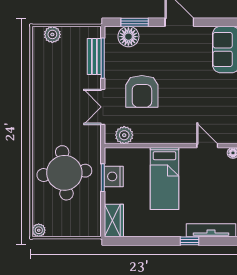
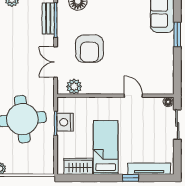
door: (207, 146) -> (133, 96), moved
bed: (164, 178) -> (106, 147), moved, turned 180
wardrobe: (114, 221) -> (78, 166), moved, turned -90

